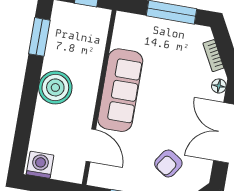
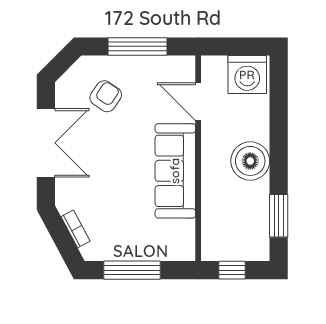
floor lamp: (219, 86) -> (63, 195), removed
washing machine: (40, 165) -> (247, 75), width x1.37, depth x1.37

